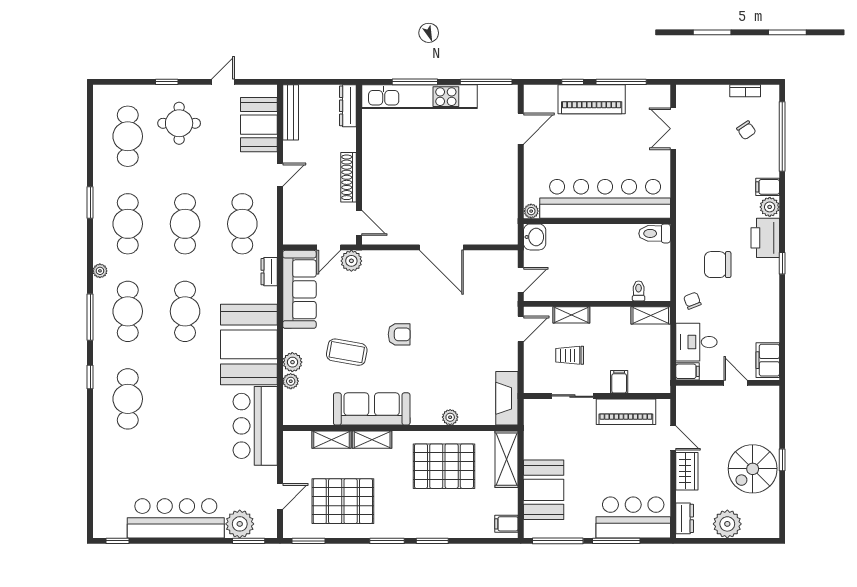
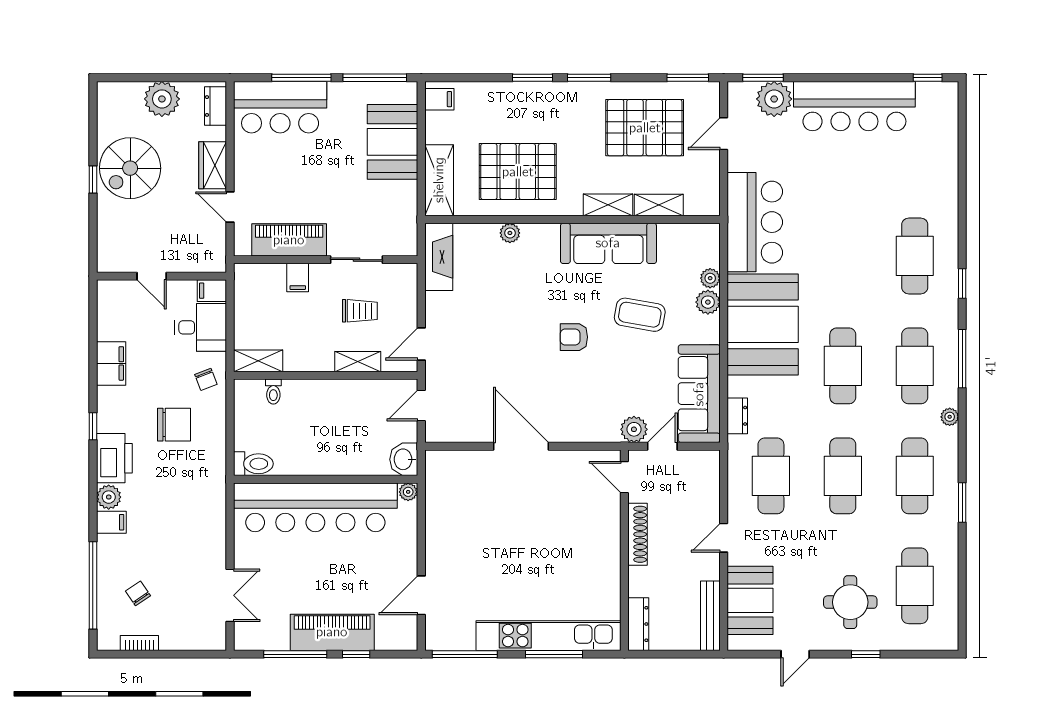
filing cabinet: (768, 360) -> (111, 363), moved
spiral stairs: (753, 469) -> (130, 168), turned 180

